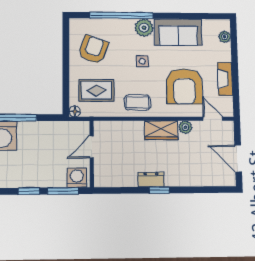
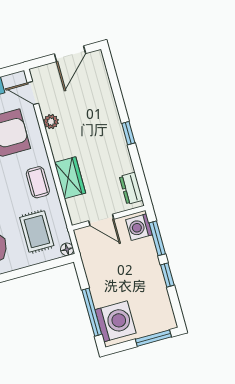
door: (213, 119) -> (33, 93), hinge flipped
wardrobe: (161, 130) -> (70, 178), moved
dresser: (151, 179) -> (131, 188), moved

